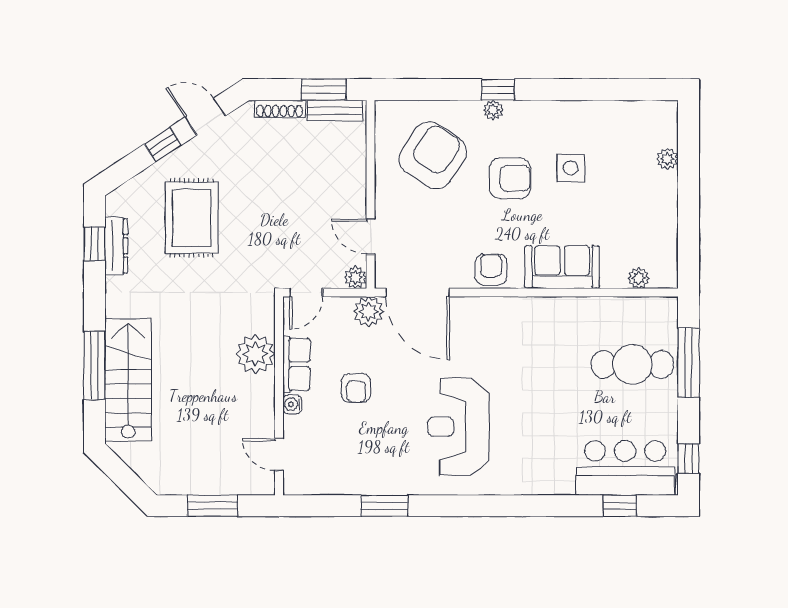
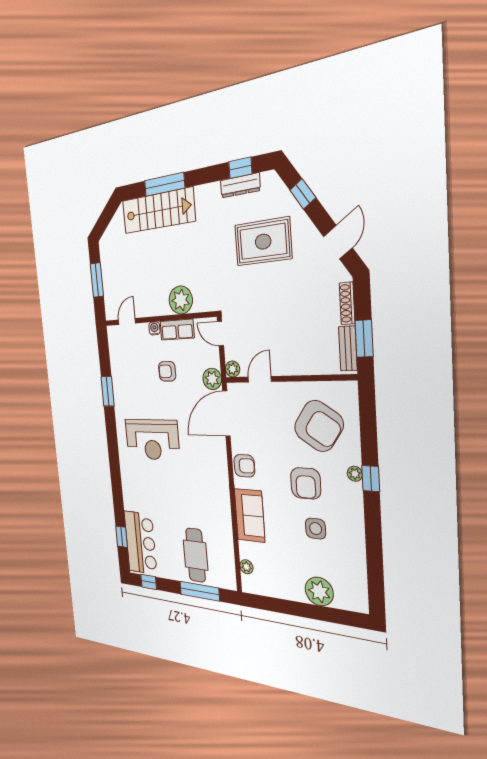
window: (163, 145) -> (303, 194), moved
plant: (667, 159) -> (319, 591), width x1.88, depth x1.88
reception desk: (459, 427) -> (152, 440), turned 180

